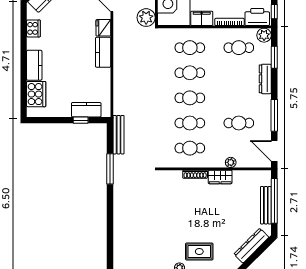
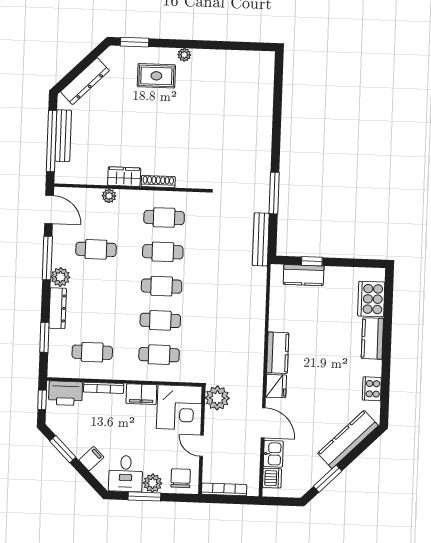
plant: (264, 35) -> (60, 277), moved

